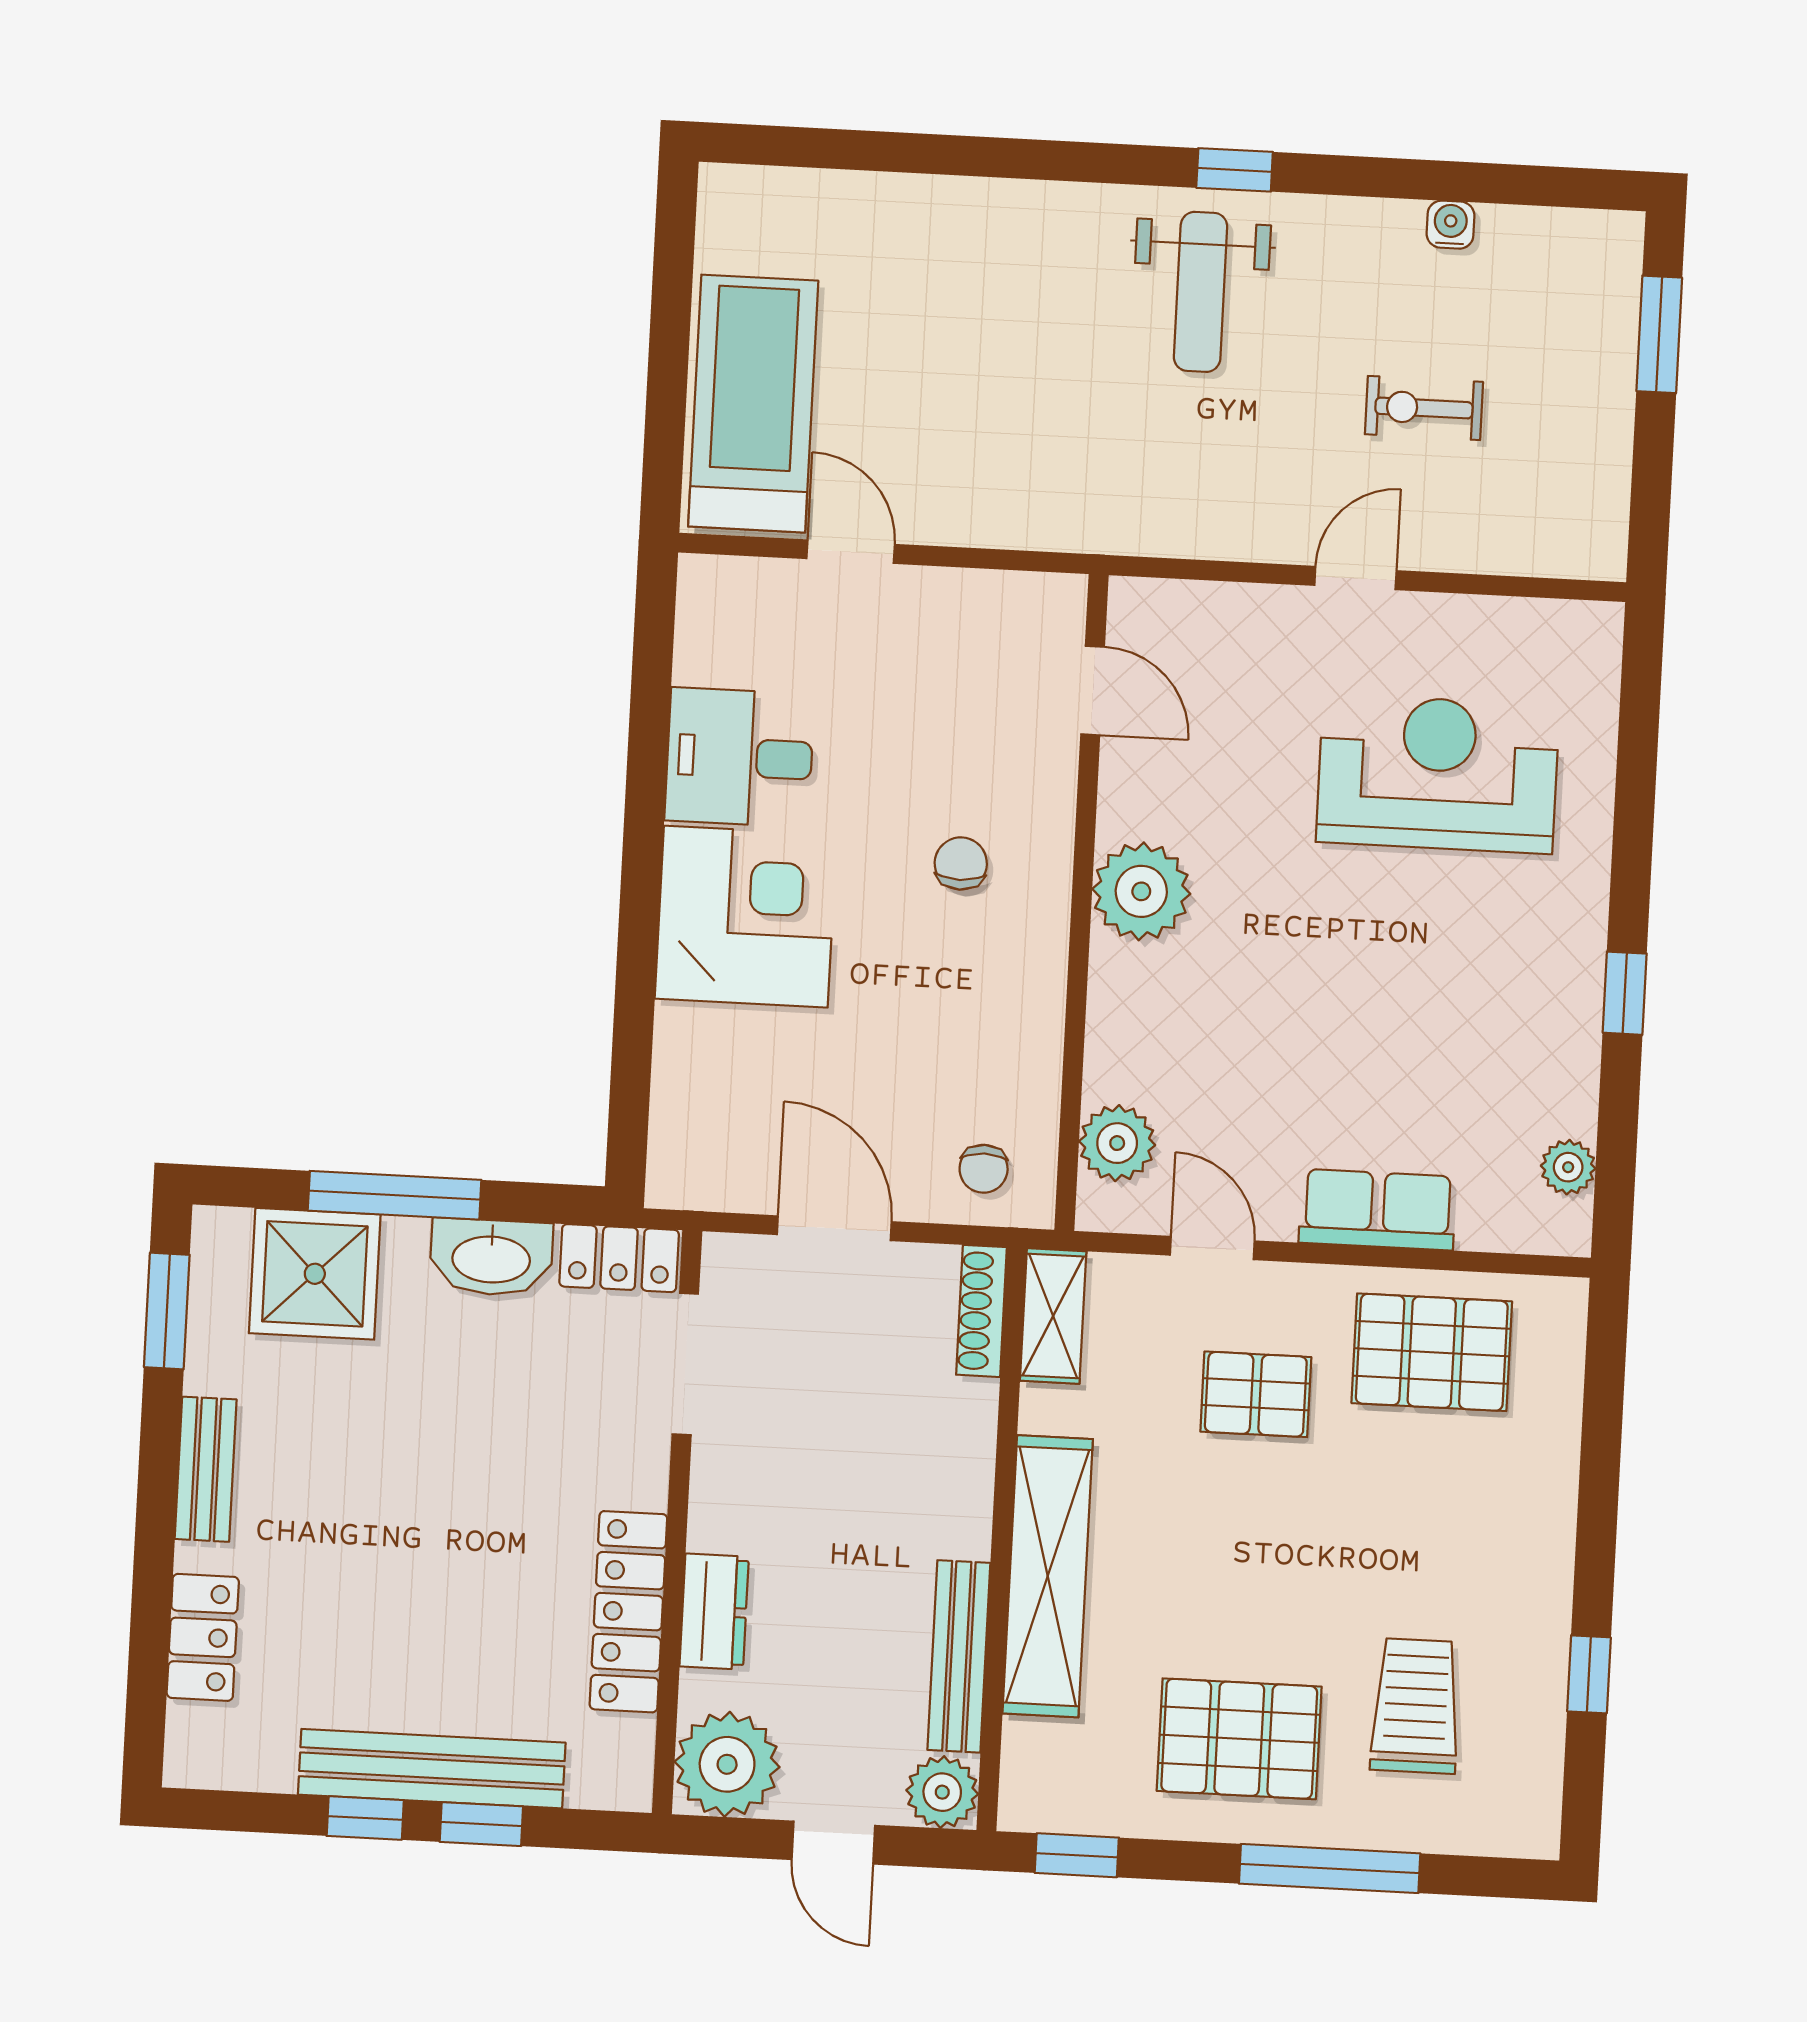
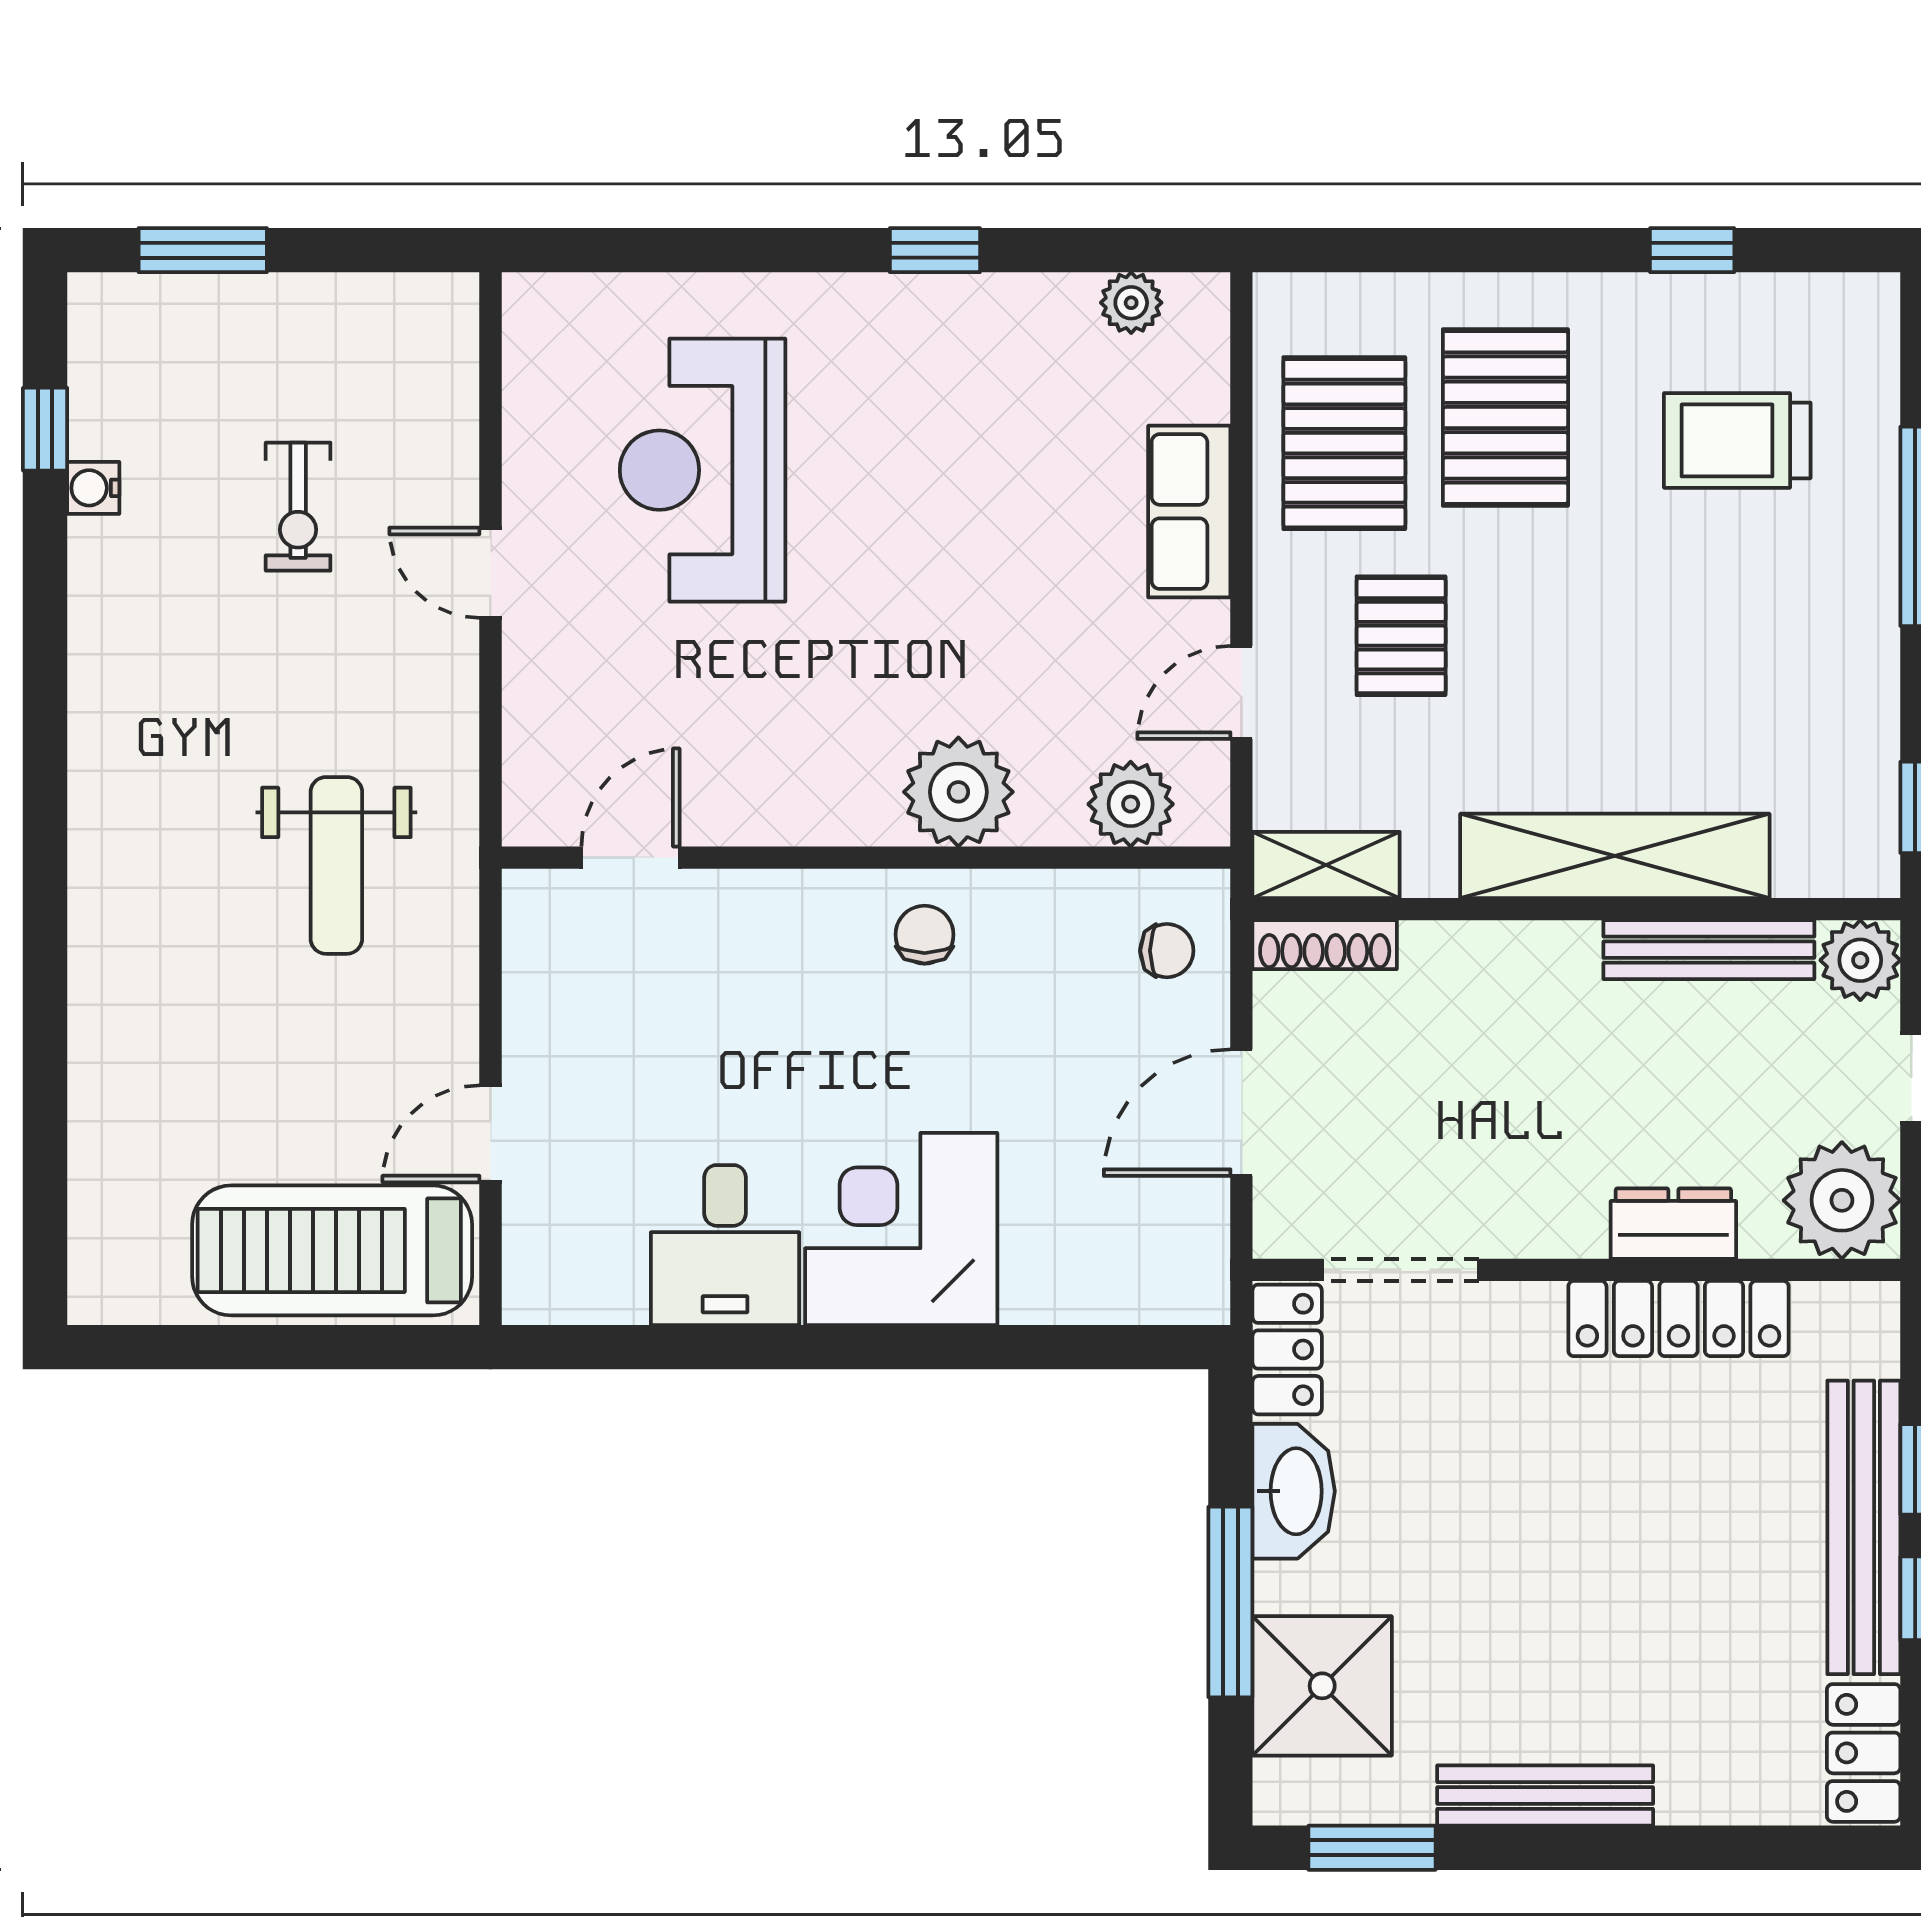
window: (1235, 170) -> (45, 429), moved
weight bench: (1201, 292) -> (336, 865), moved, turned 90
chair: (961, 863) -> (925, 935), moved, turned 90
plant: (1141, 891) -> (958, 792), moved
bench: (206, 1469) -> (1545, 1795), width x1.36
locker: (203, 1637) -> (1864, 1753), moved, turned -90
pallet: (1239, 1739) -> (1505, 418), moved

